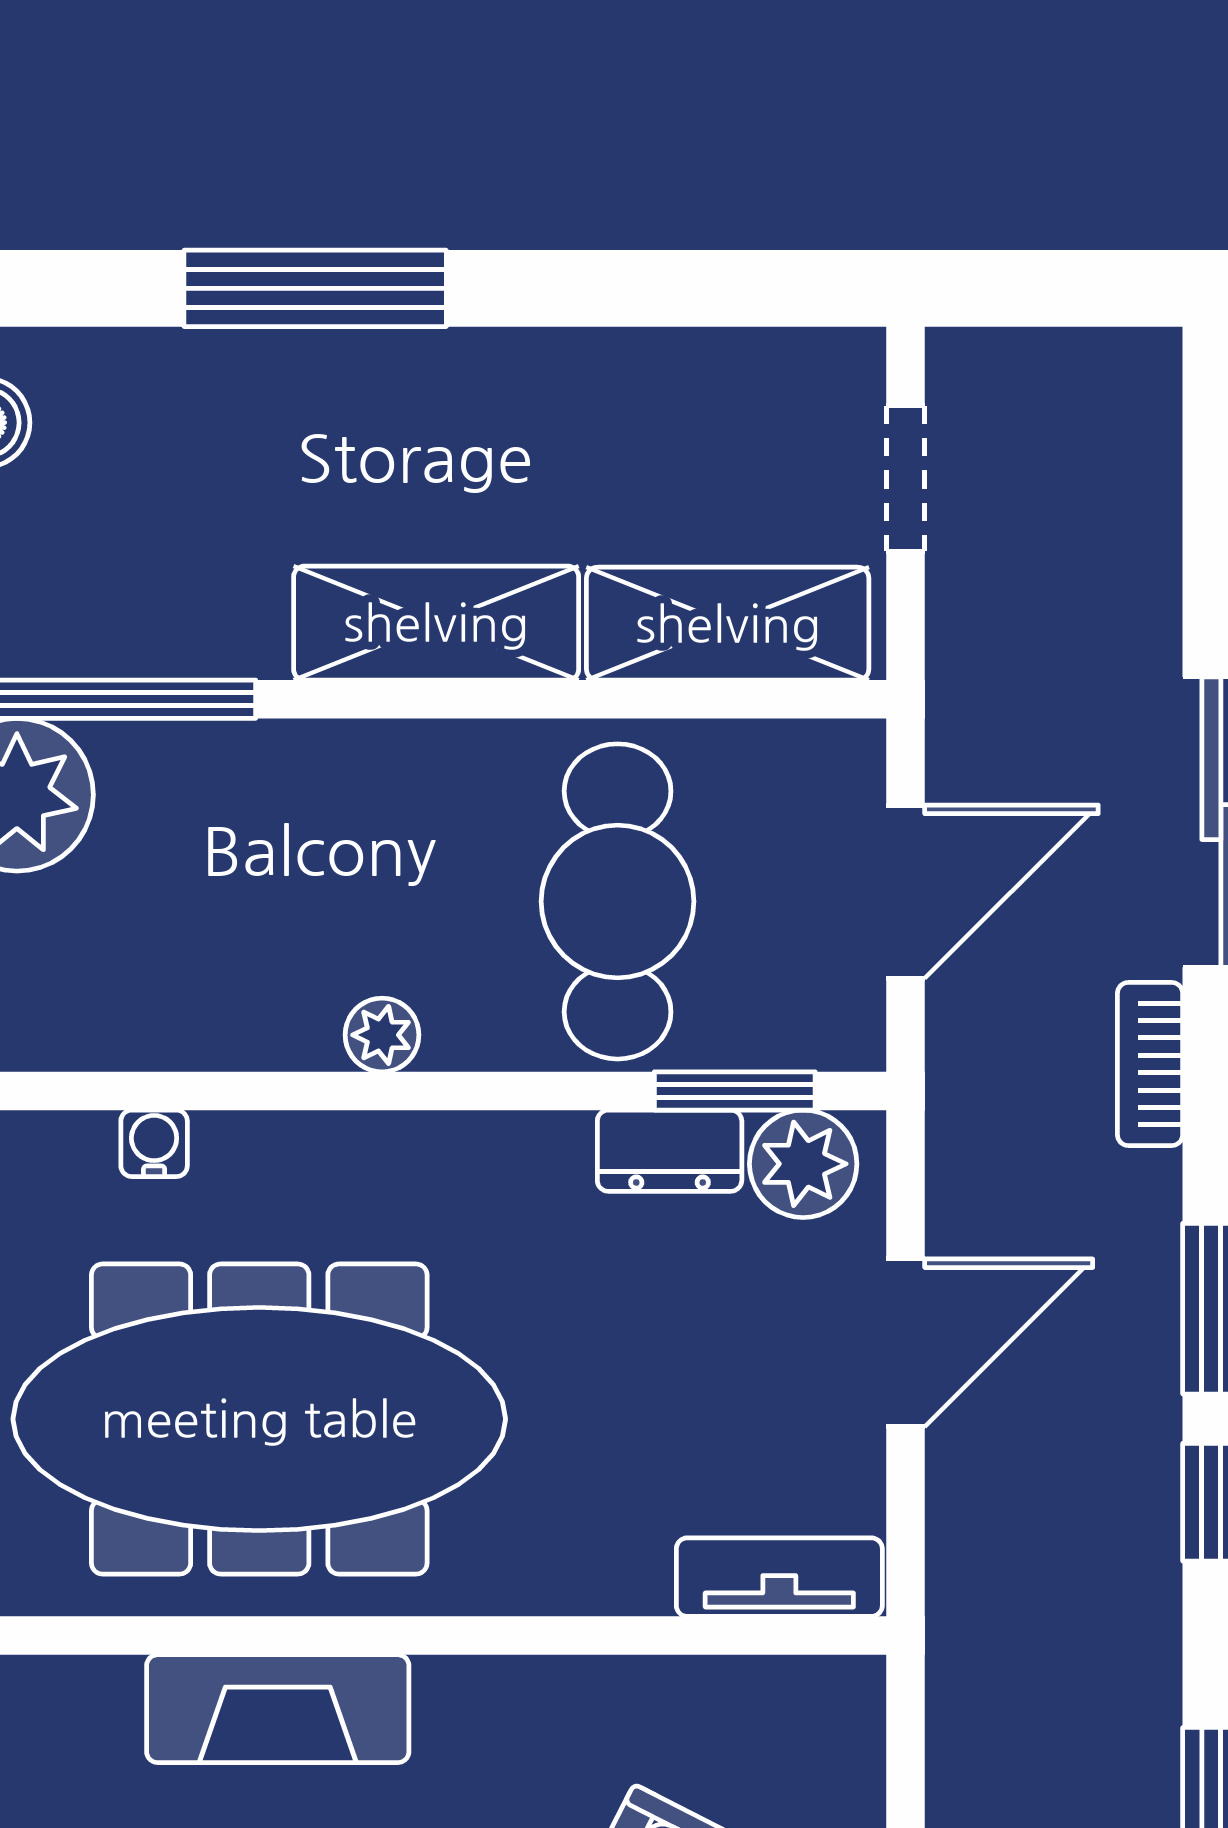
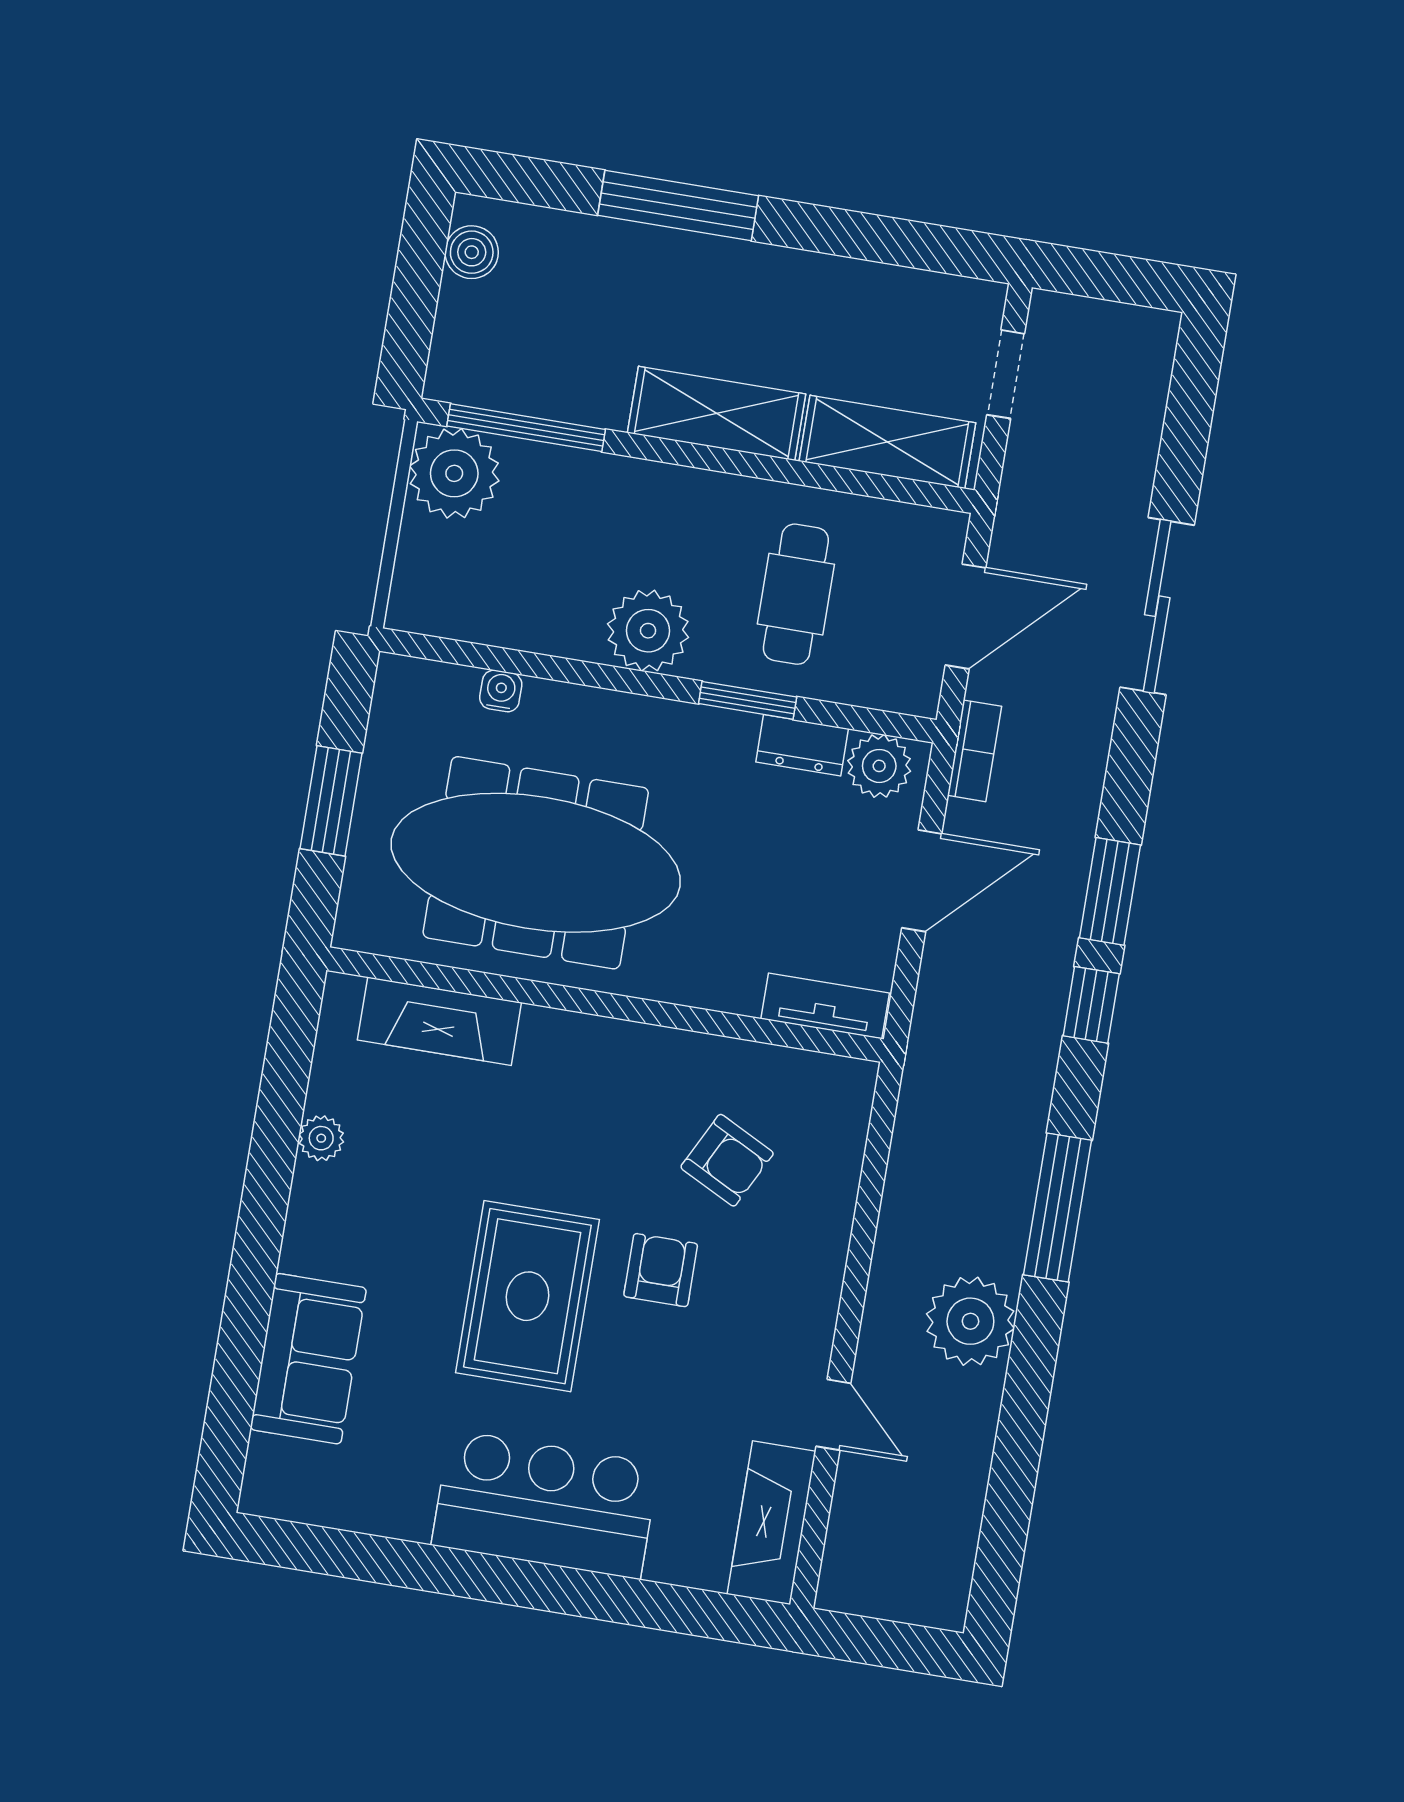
cafe table: (618, 901) -> (796, 594), width x0.73, depth x0.74
plant: (382, 1035) -> (648, 631), width x1.87, depth x1.87
bookcase: (1150, 1064) -> (975, 751), moved, turned 180
window: (735, 1091) -> (748, 700), moved
fireplace: (278, 1709) -> (439, 1021), moved

